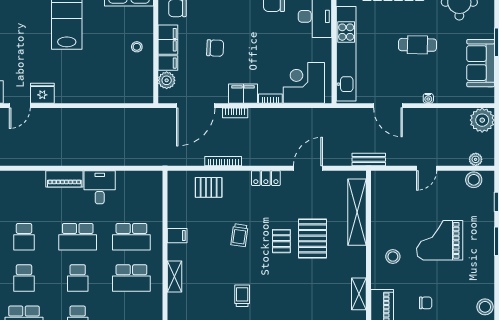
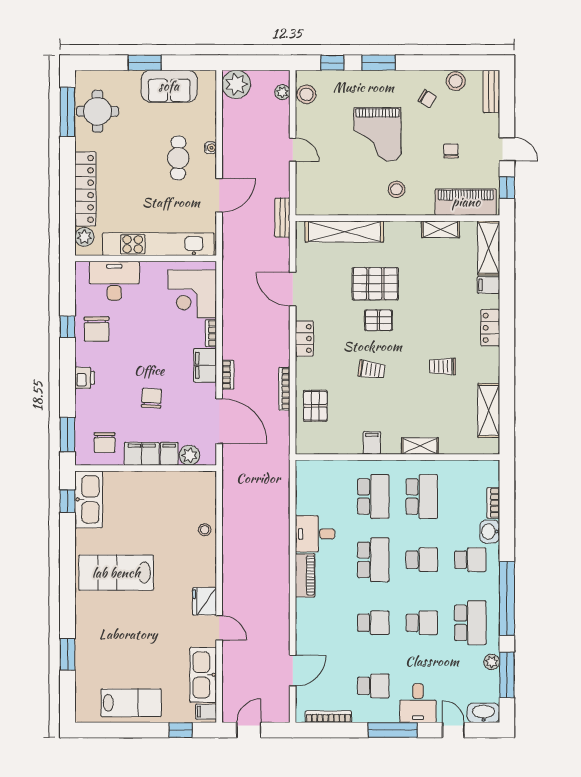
cafe table: (417, 45) -> (178, 158), moved
stool: (137, 47) -> (205, 530), moved
chair: (470, 283) -> (427, 99), added

